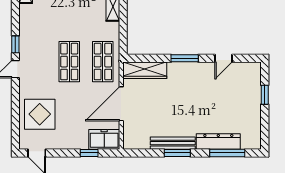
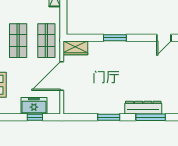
door: (224, 58) -> (164, 38), moved
wardrobe: (145, 70) -> (75, 48), width x0.67
freezer: (104, 139) -> (34, 106), moved
bench: (173, 143) -> (105, 109), removed

